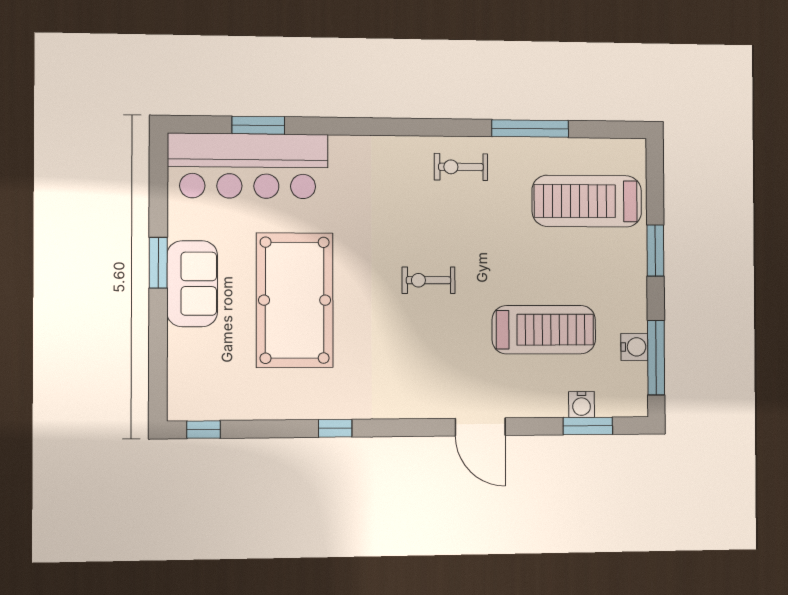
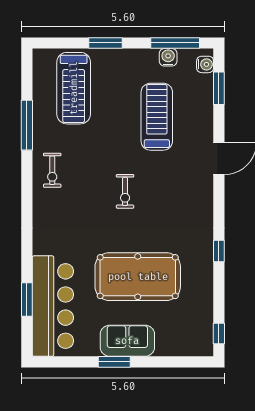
water cooler: (582, 405) -> (205, 64), moved

